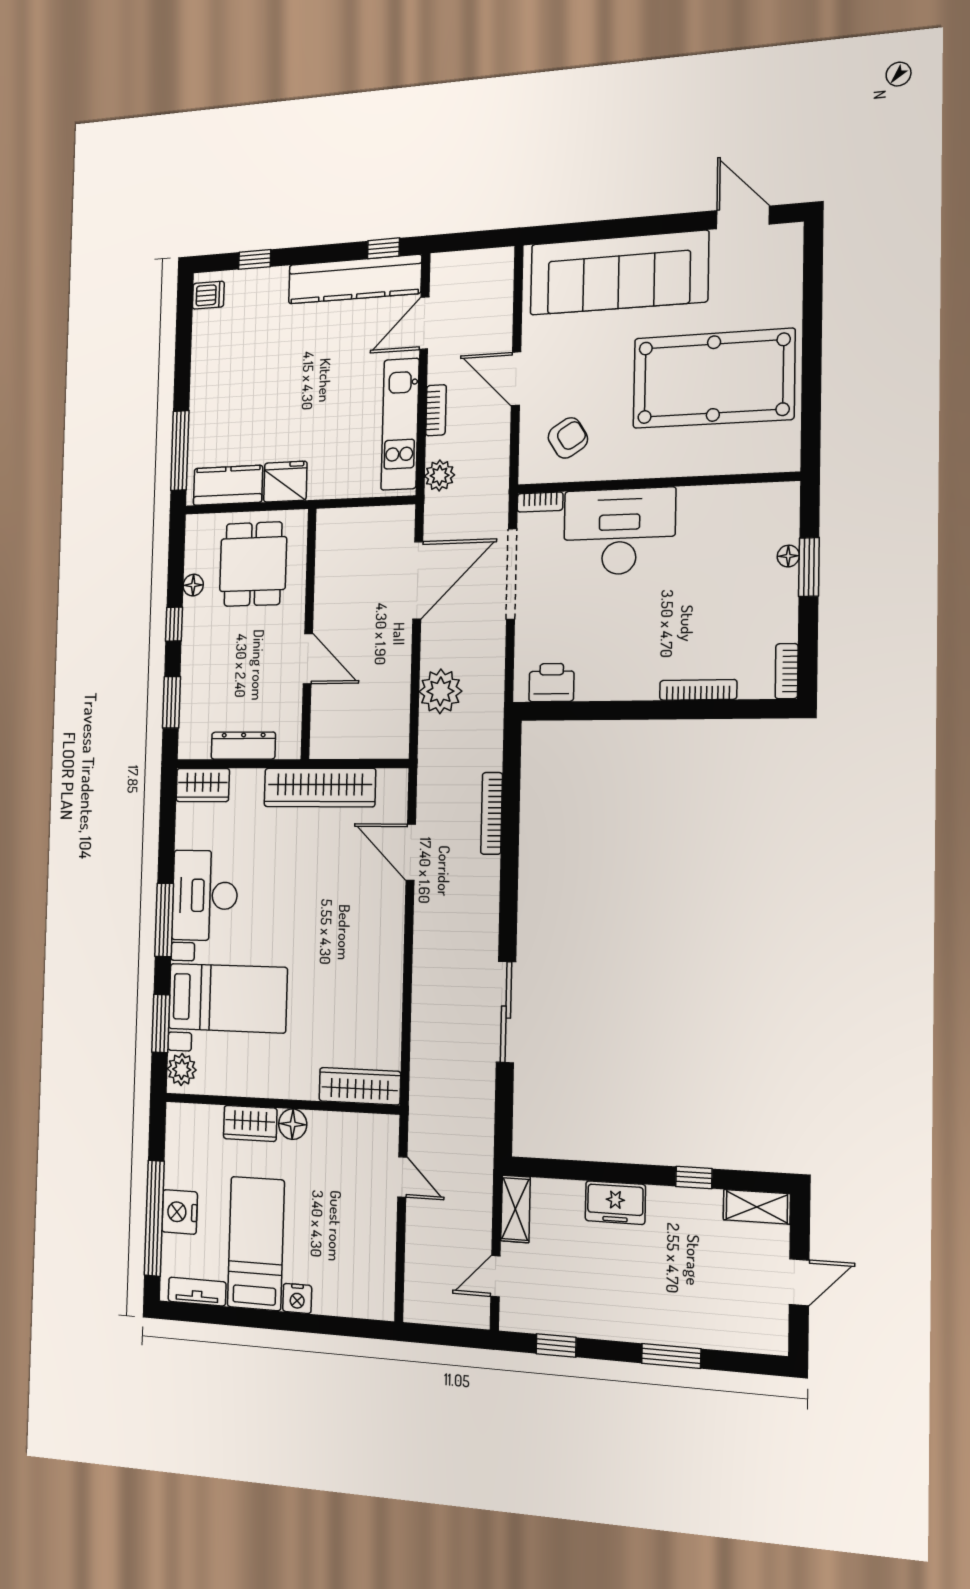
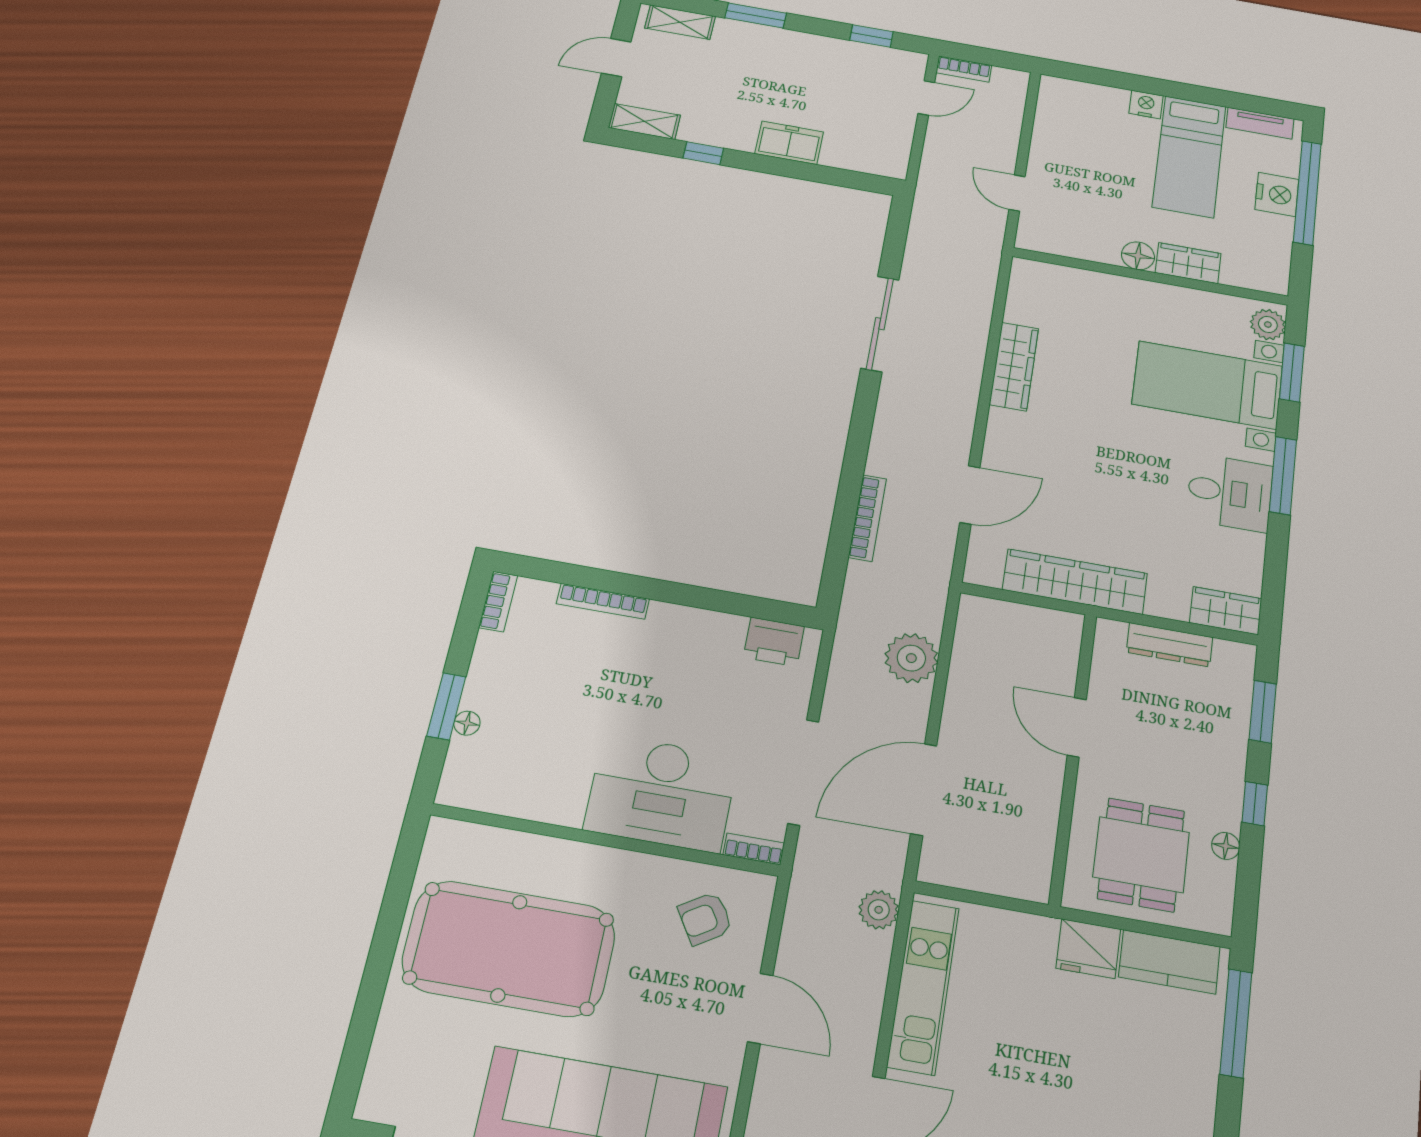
bookcase: (436, 410) -> (964, 69), moved, turned -90
door: (411, 852) -> (970, 495), hinge flipped
desk: (205, 895) -> (1230, 493), width x0.73
wardrobe: (360, 1086) -> (1014, 366), moved, turned -90
shelving: (515, 1209) -> (680, 22), moved, turned 90

